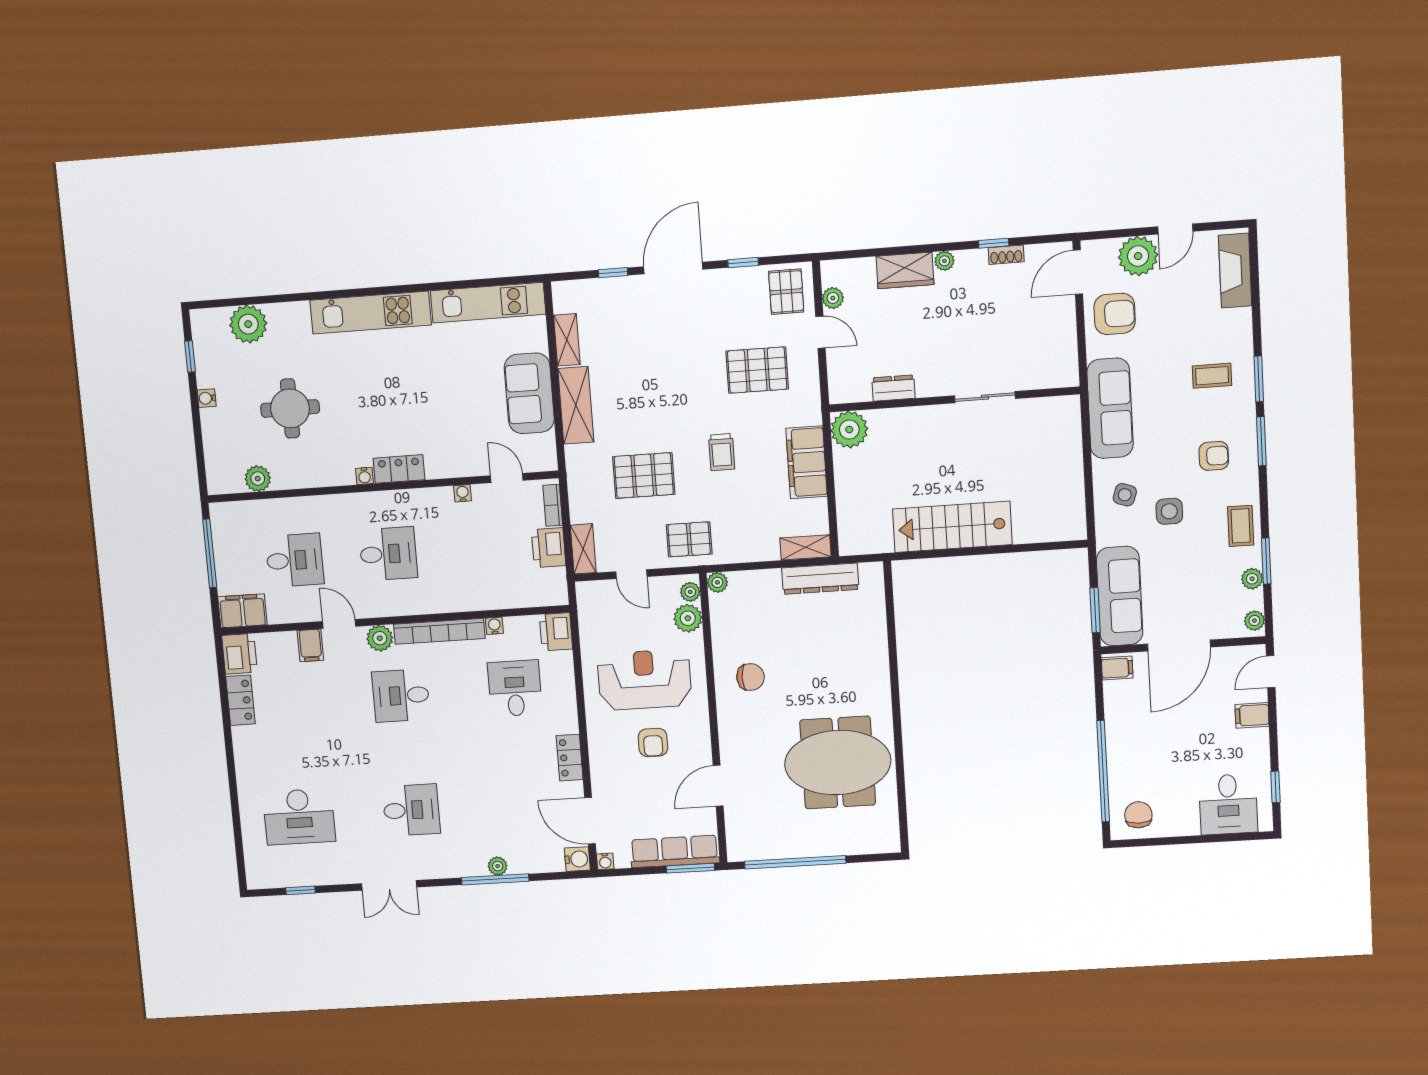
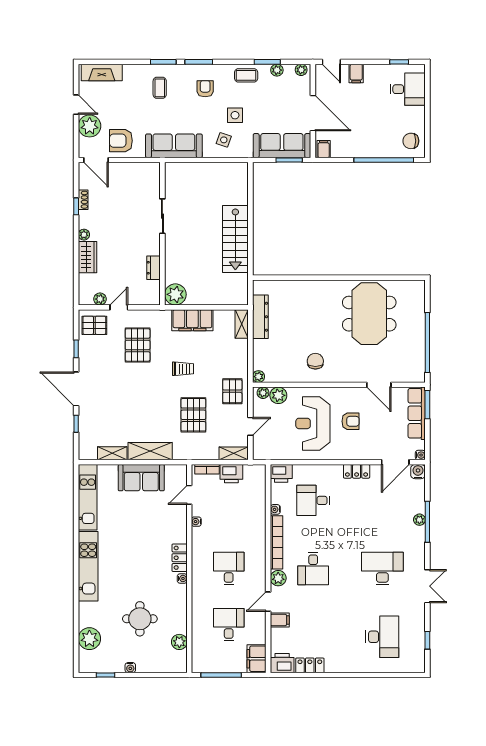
armchair: (1115, 314) -> (121, 141), turned -90
desk: (411, 810) -> (382, 569), width x1.37

